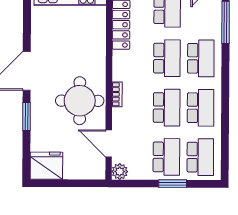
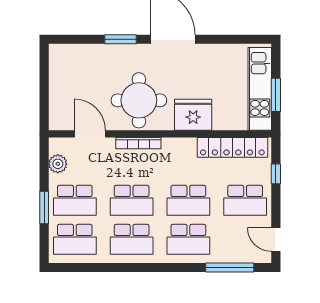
bookcase: (117, 94) -> (138, 143), width x1.56
door: (109, 144) -> (90, 134), hinge flipped
fridge: (46, 166) -> (193, 115), moved, turned -90
plant: (120, 171) -> (58, 164), moved

